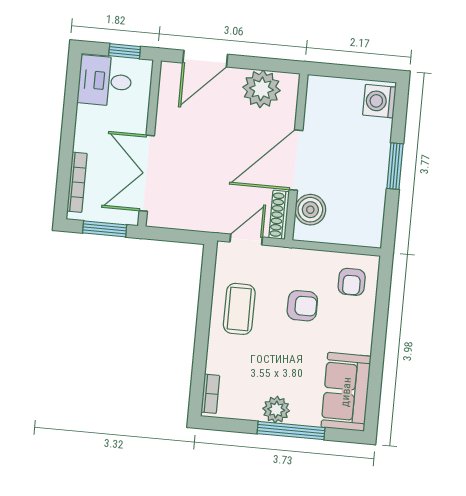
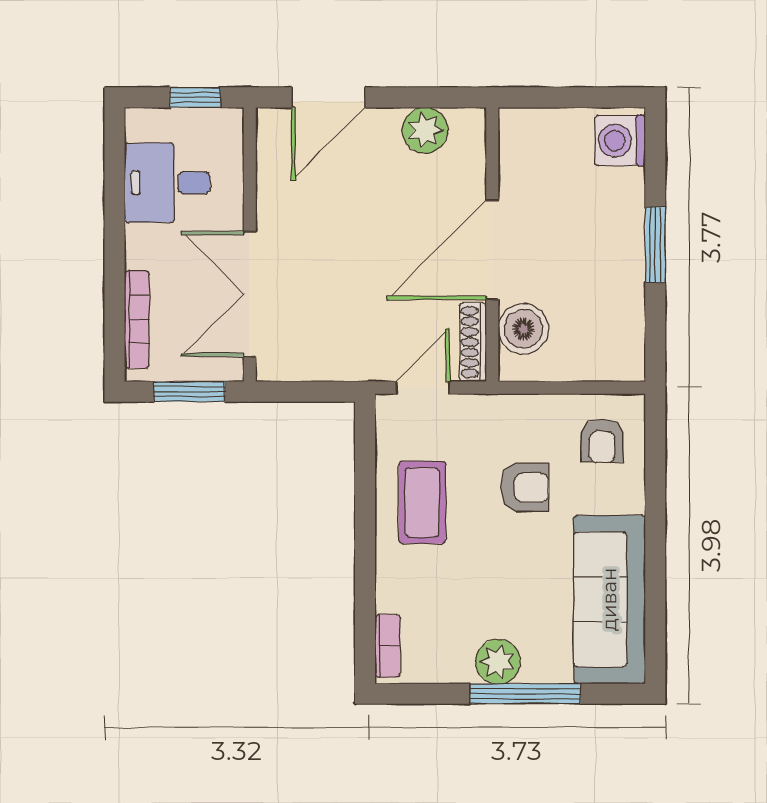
desk: (105, 81) -> (167, 183), moved
plant: (262, 89) -> (425, 130), width x0.73, depth x0.73
sofa: (346, 392) -> (609, 599), width x1.36

